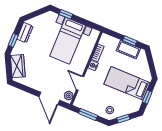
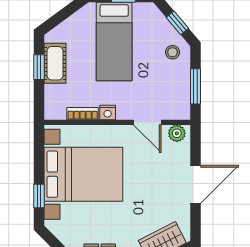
bed with nightstands: (68, 41) -> (83, 174), width x1.36
door: (80, 83) -> (147, 122), hinge flipped
door: (49, 98) -> (195, 184), moved

